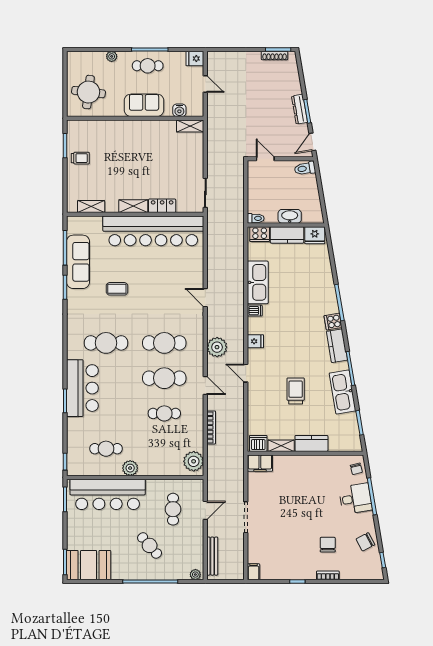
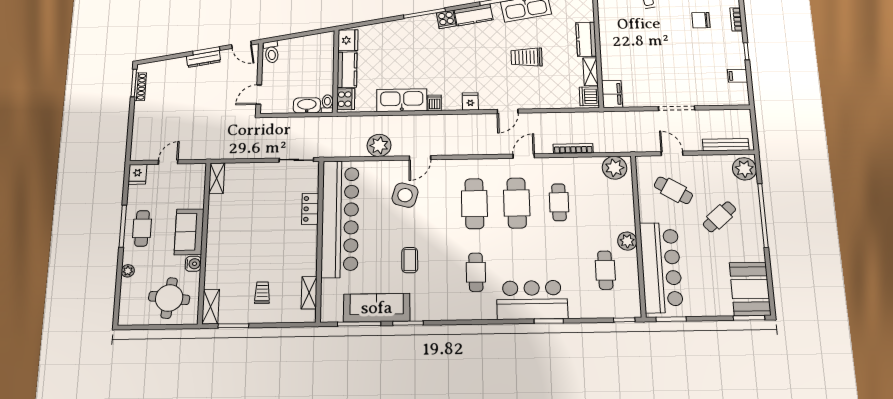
water cooler: (179, 110) -> (193, 264), moved
trolley: (80, 158) -> (262, 293), moved
shelving: (133, 206) -> (211, 307), moved
washbasin: (290, 216) -> (307, 105), moved, turned 90
side table: (173, 285) -> (405, 195), added
cafe table: (106, 343) -> (476, 272), width x0.73, depth x0.74
plant: (217, 347) -> (379, 145), moved
cafe table: (173, 509) -> (673, 190), turned 31
filing cabinet: (254, 572) -> (738, 76), moved
plant: (195, 575) -> (744, 169), width x1.88, depth x1.88

